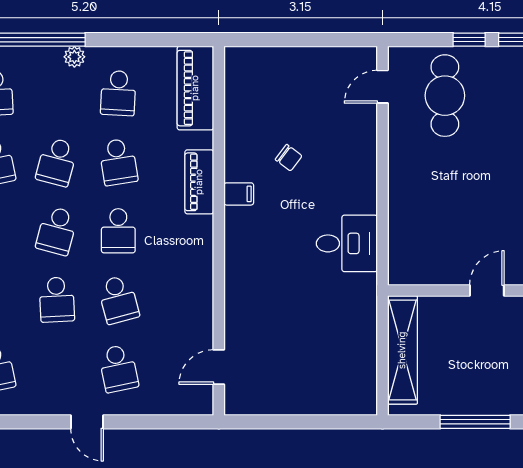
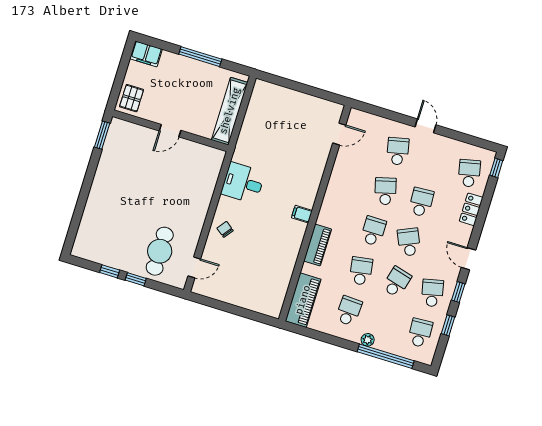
chair: (289, 158) -> (225, 229), moved
filing cabinet: (239, 194) -> (302, 214), moved
school desk: (57, 231) -> (409, 242), turned -39

